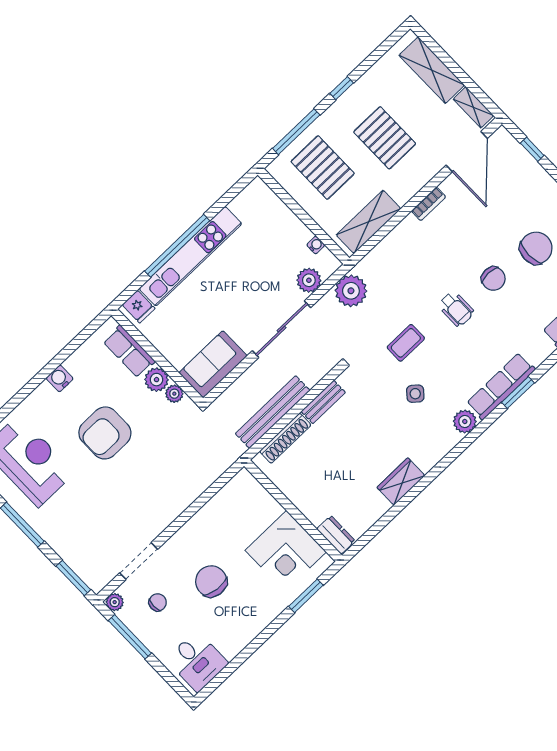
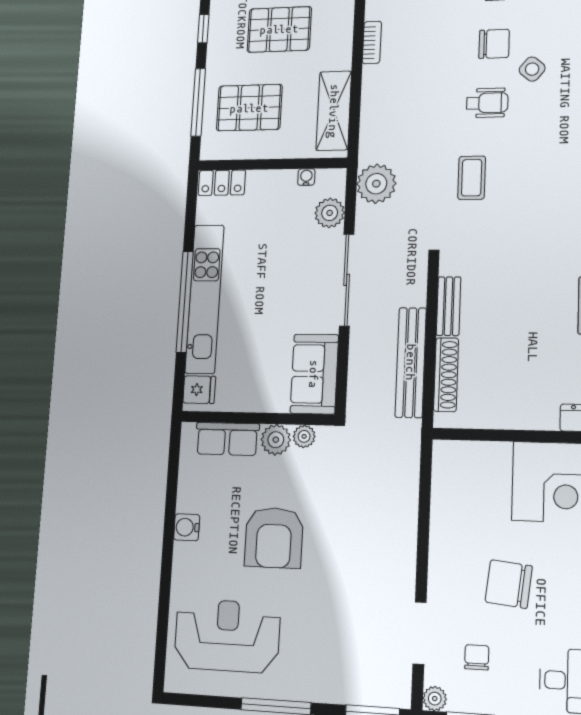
locker: (264, 197) -> (222, 183), added
side table: (415, 394) -> (532, 69), moved

